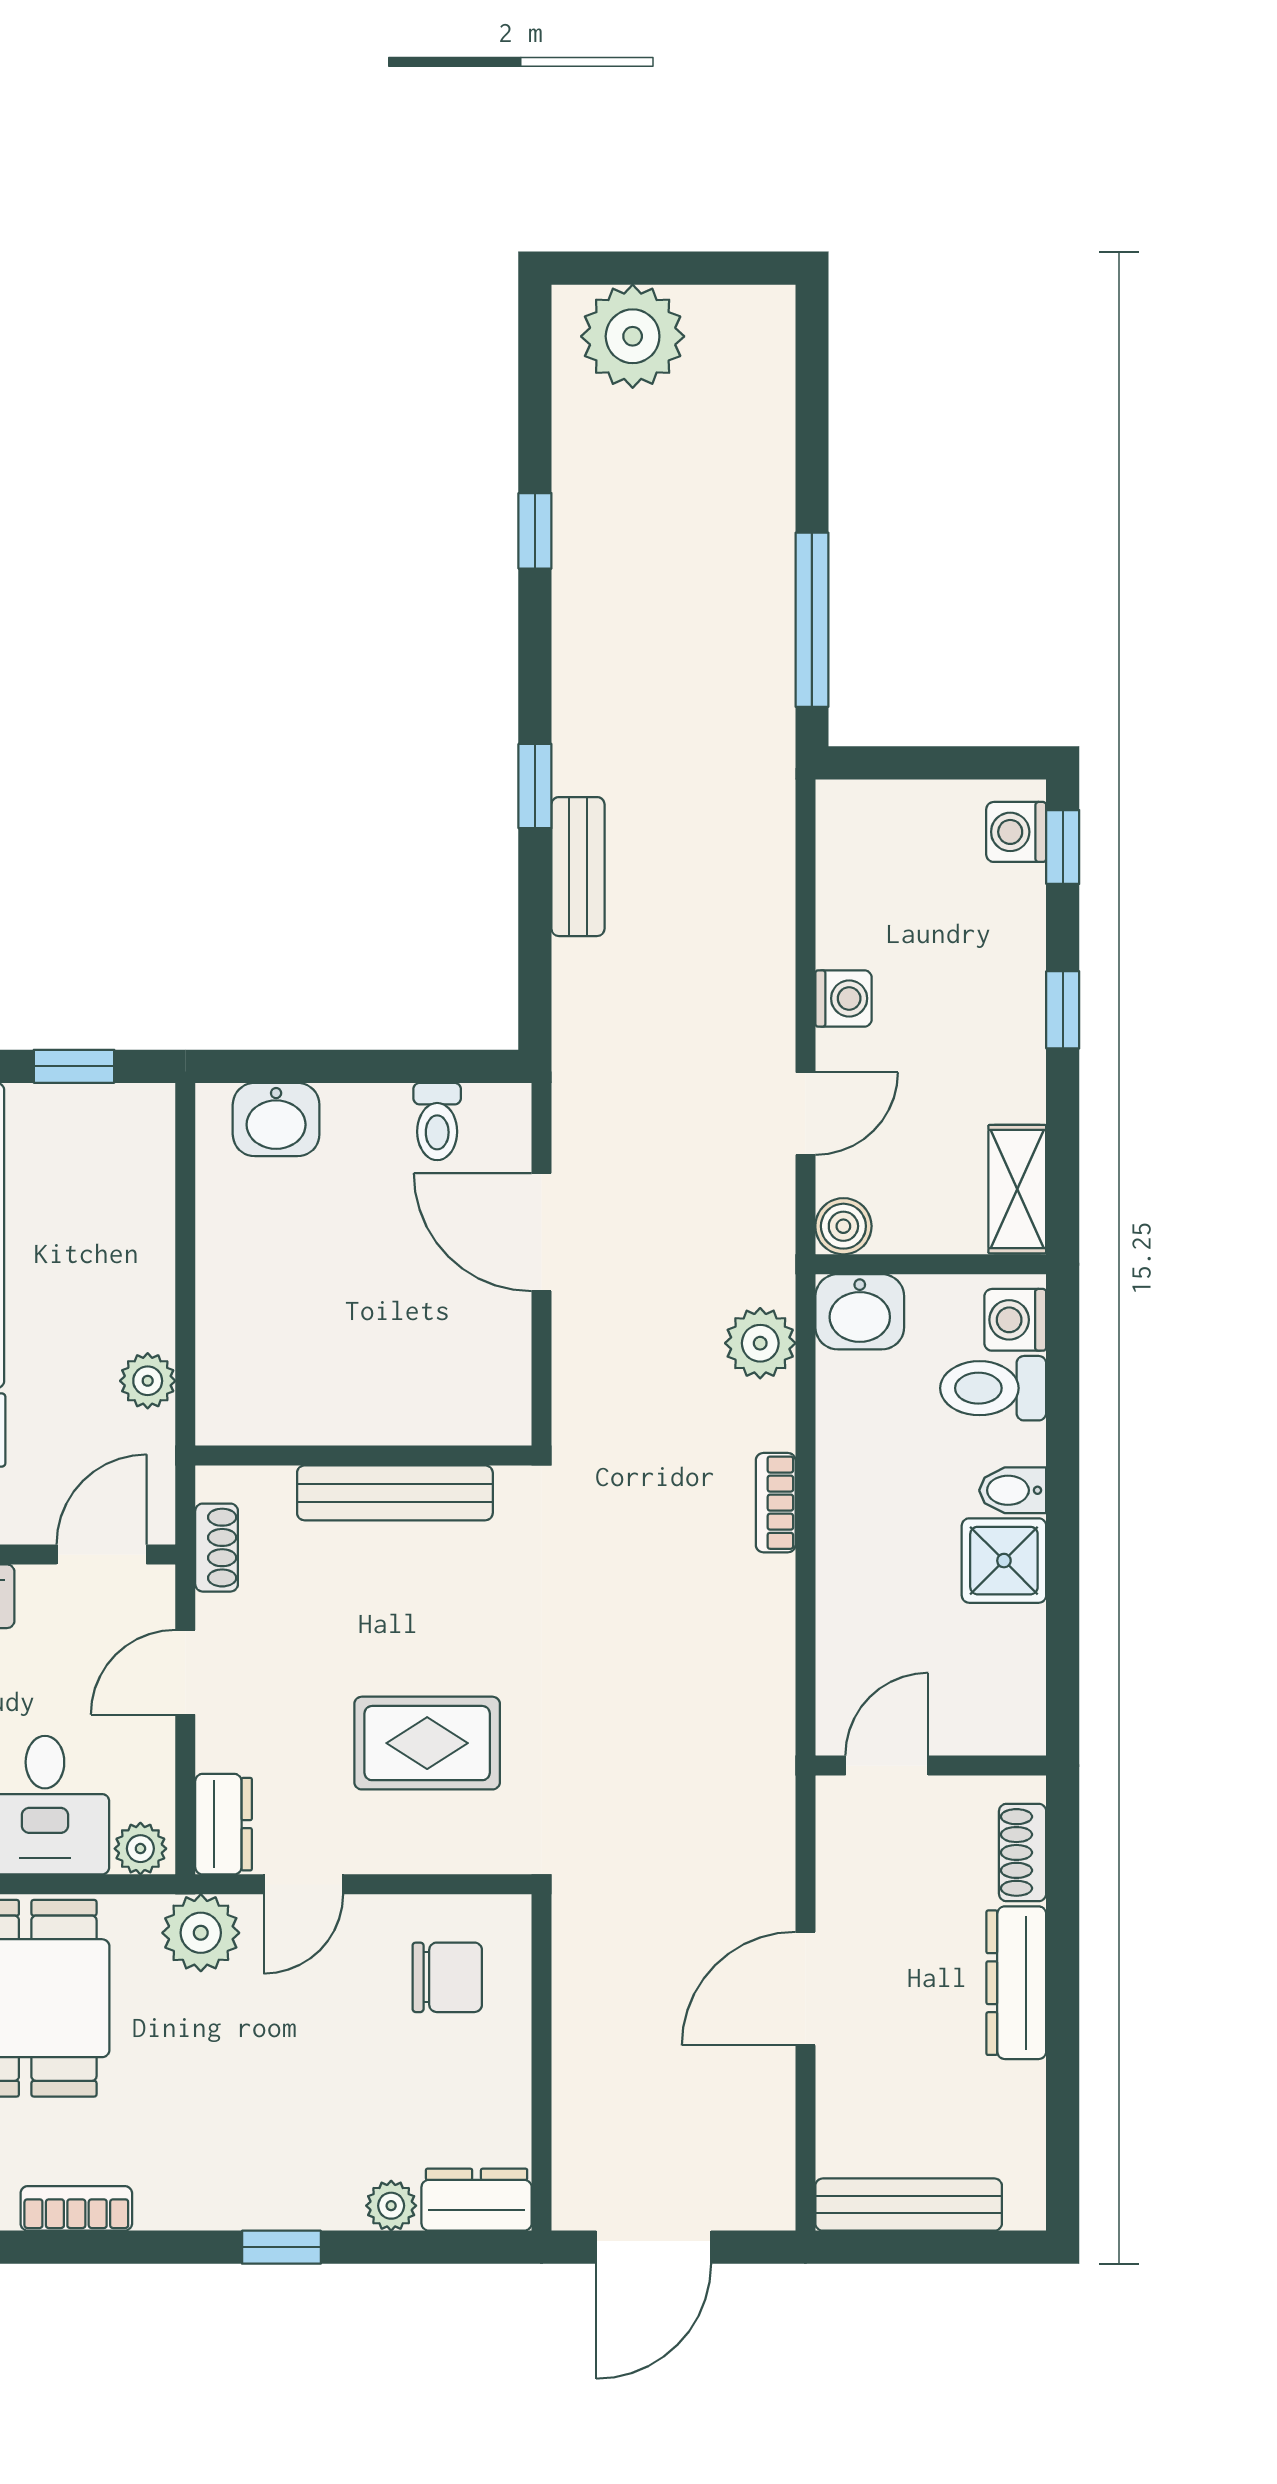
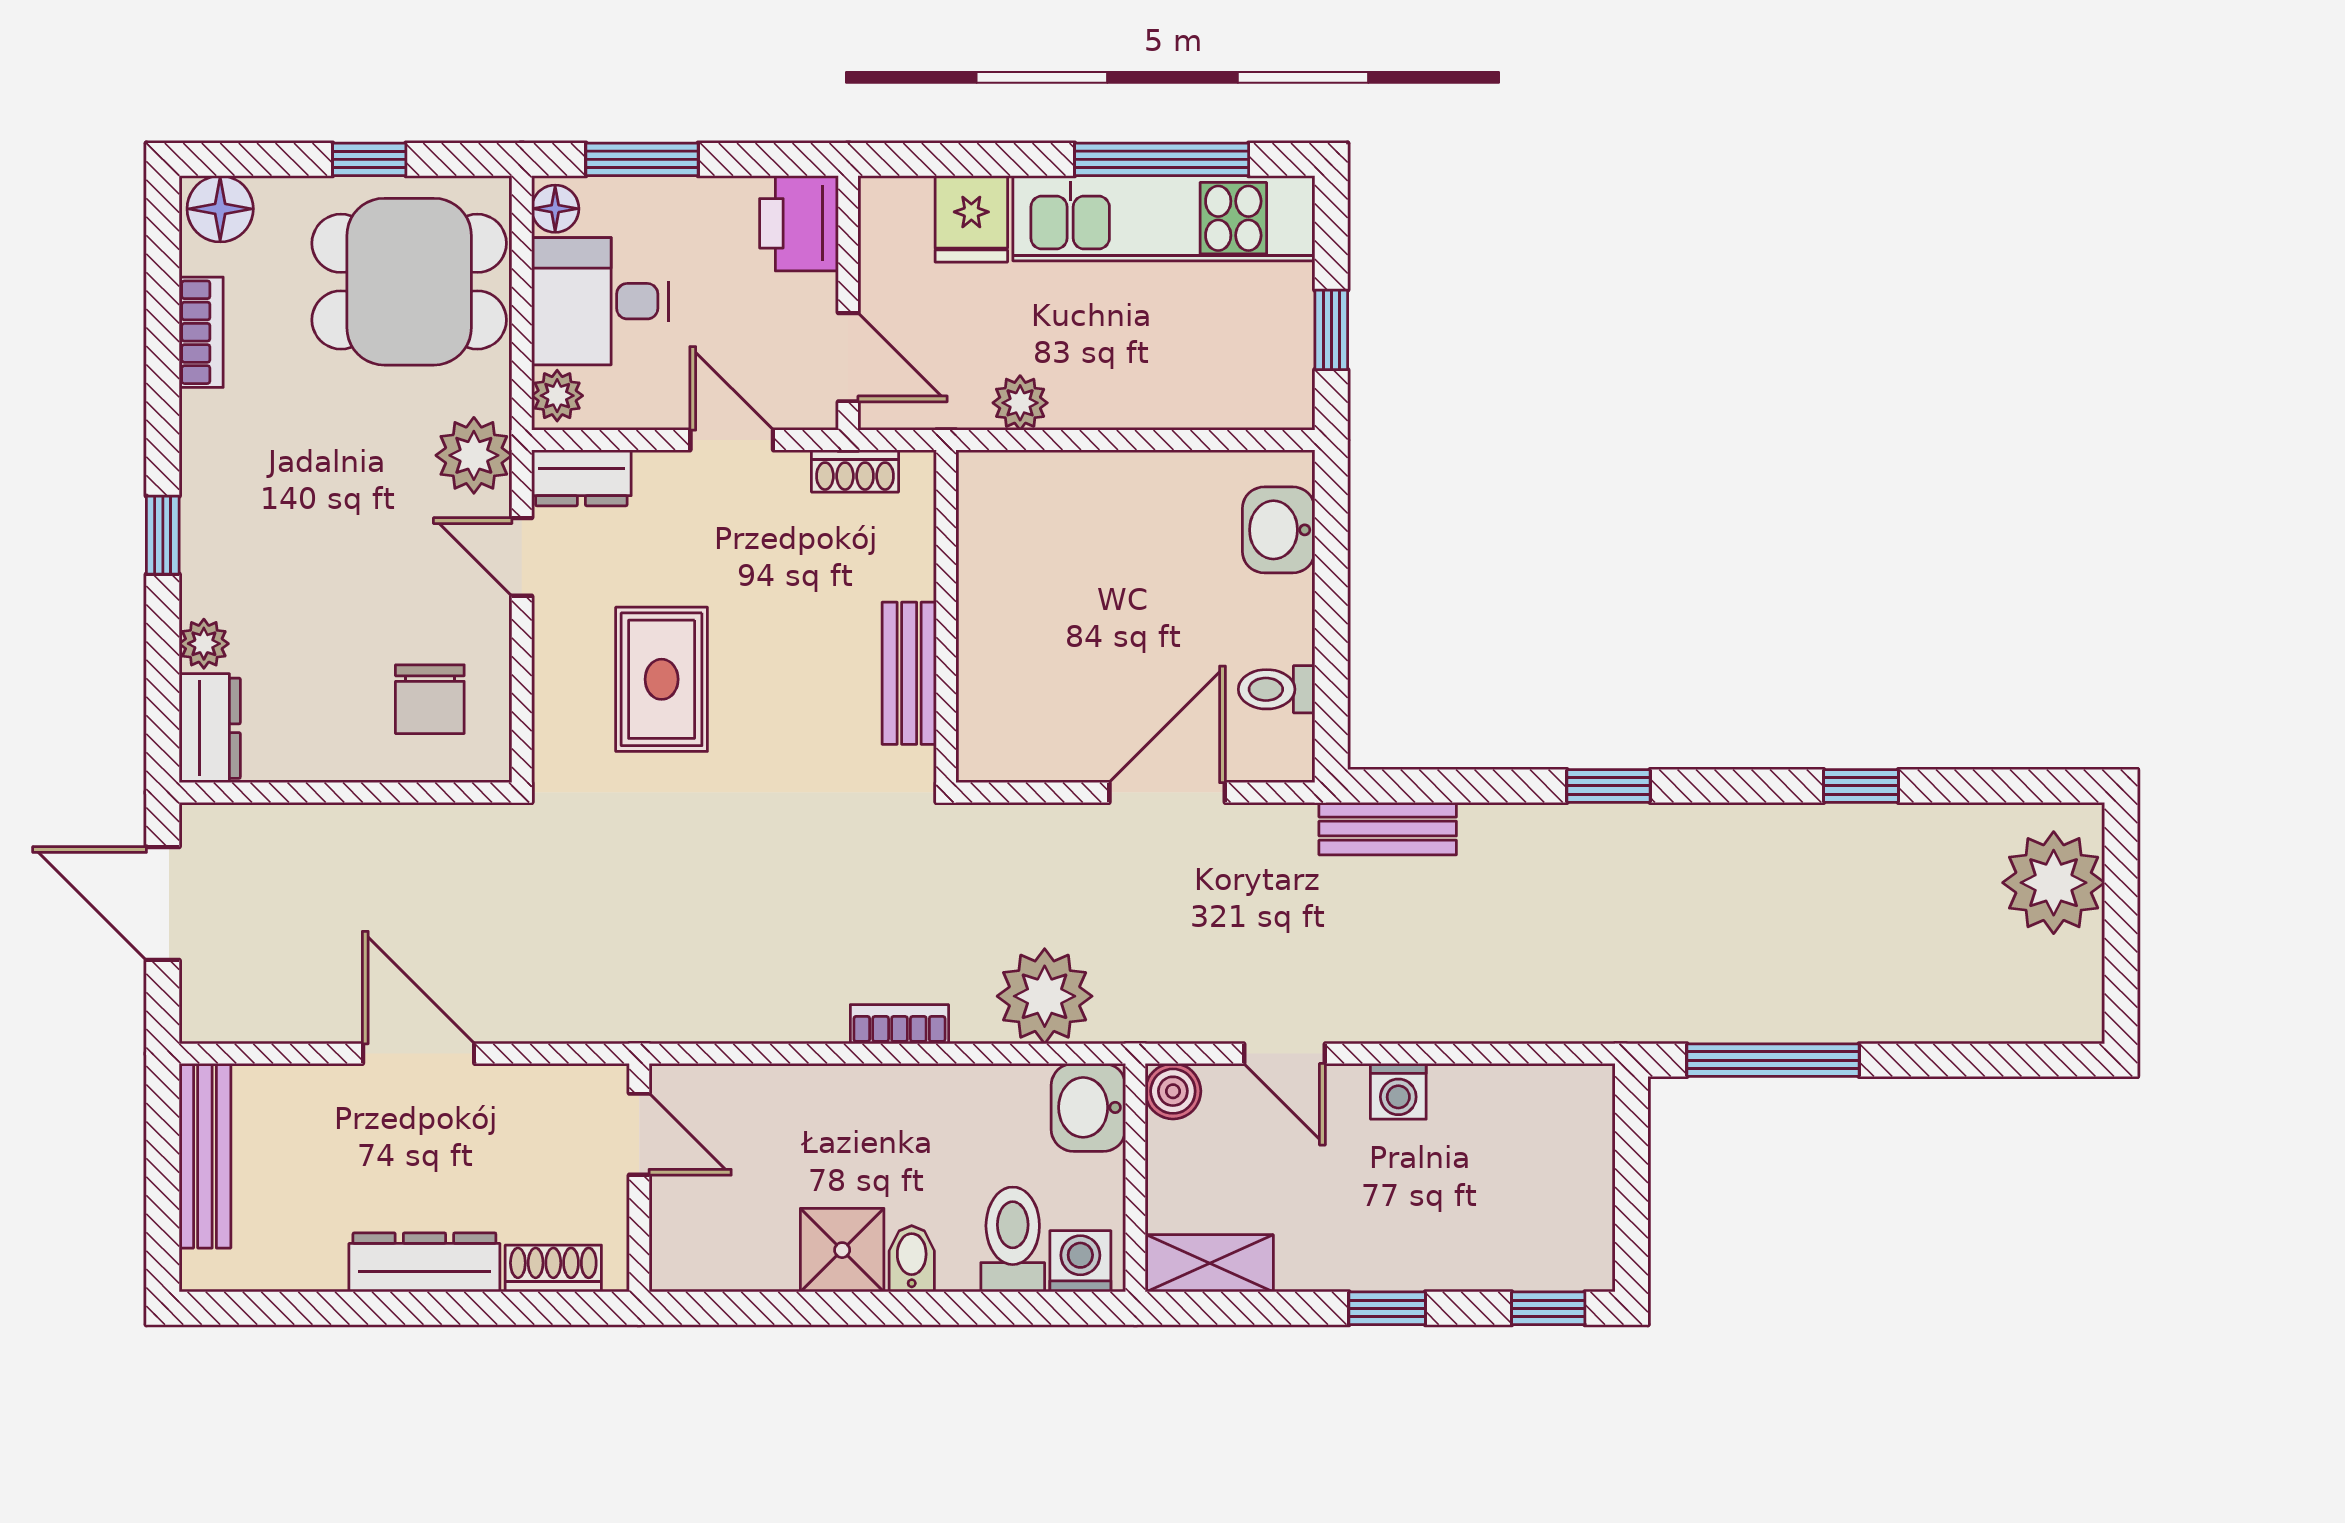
washing machine: (1016, 832) -> (1563, 1262), removed
bench: (578, 867) -> (1388, 829), moved
plant: (760, 1343) -> (1045, 996), width x1.36, depth x1.36
bench: (395, 1493) -> (909, 673), width x0.73

